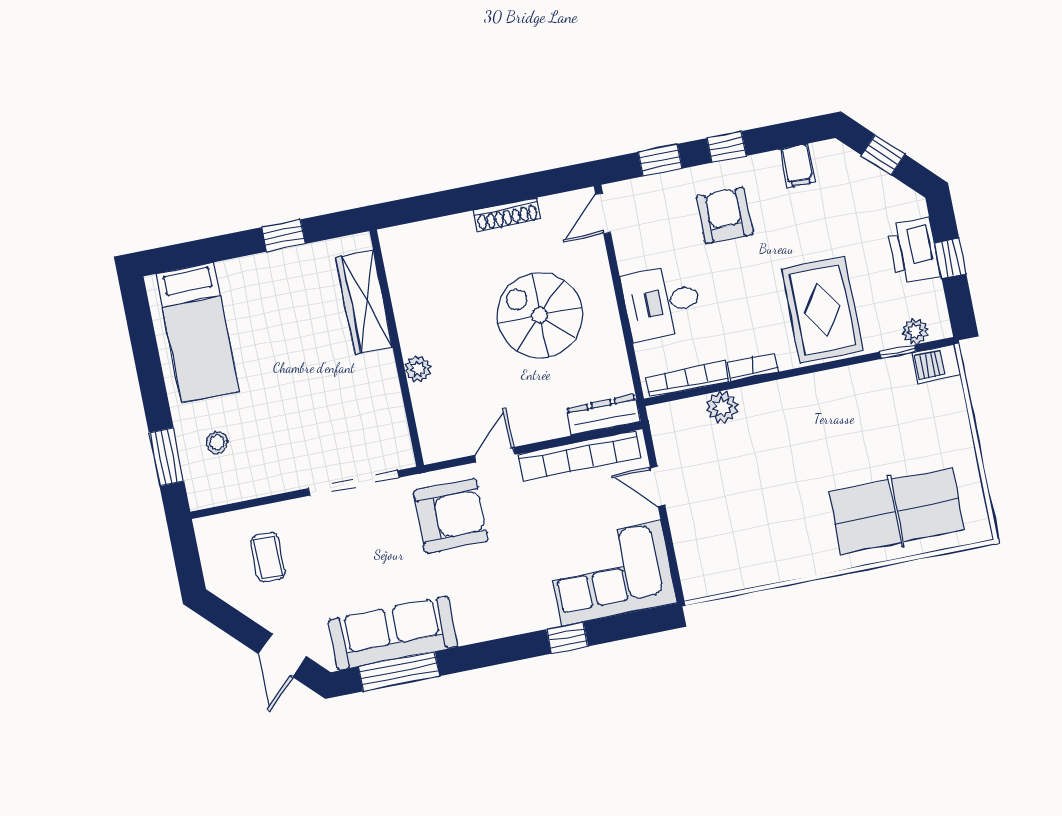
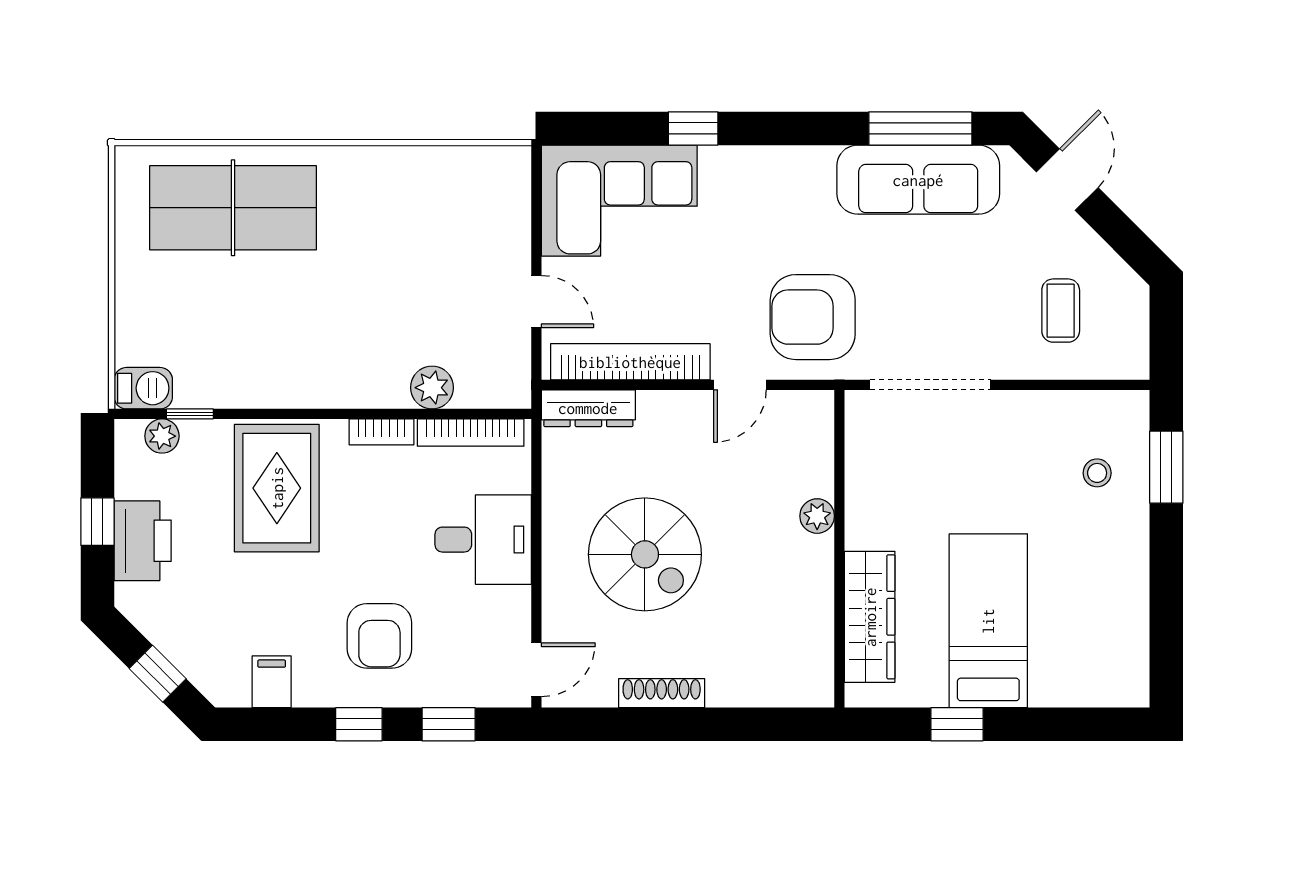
bed: (198, 332) -> (988, 621), moved

